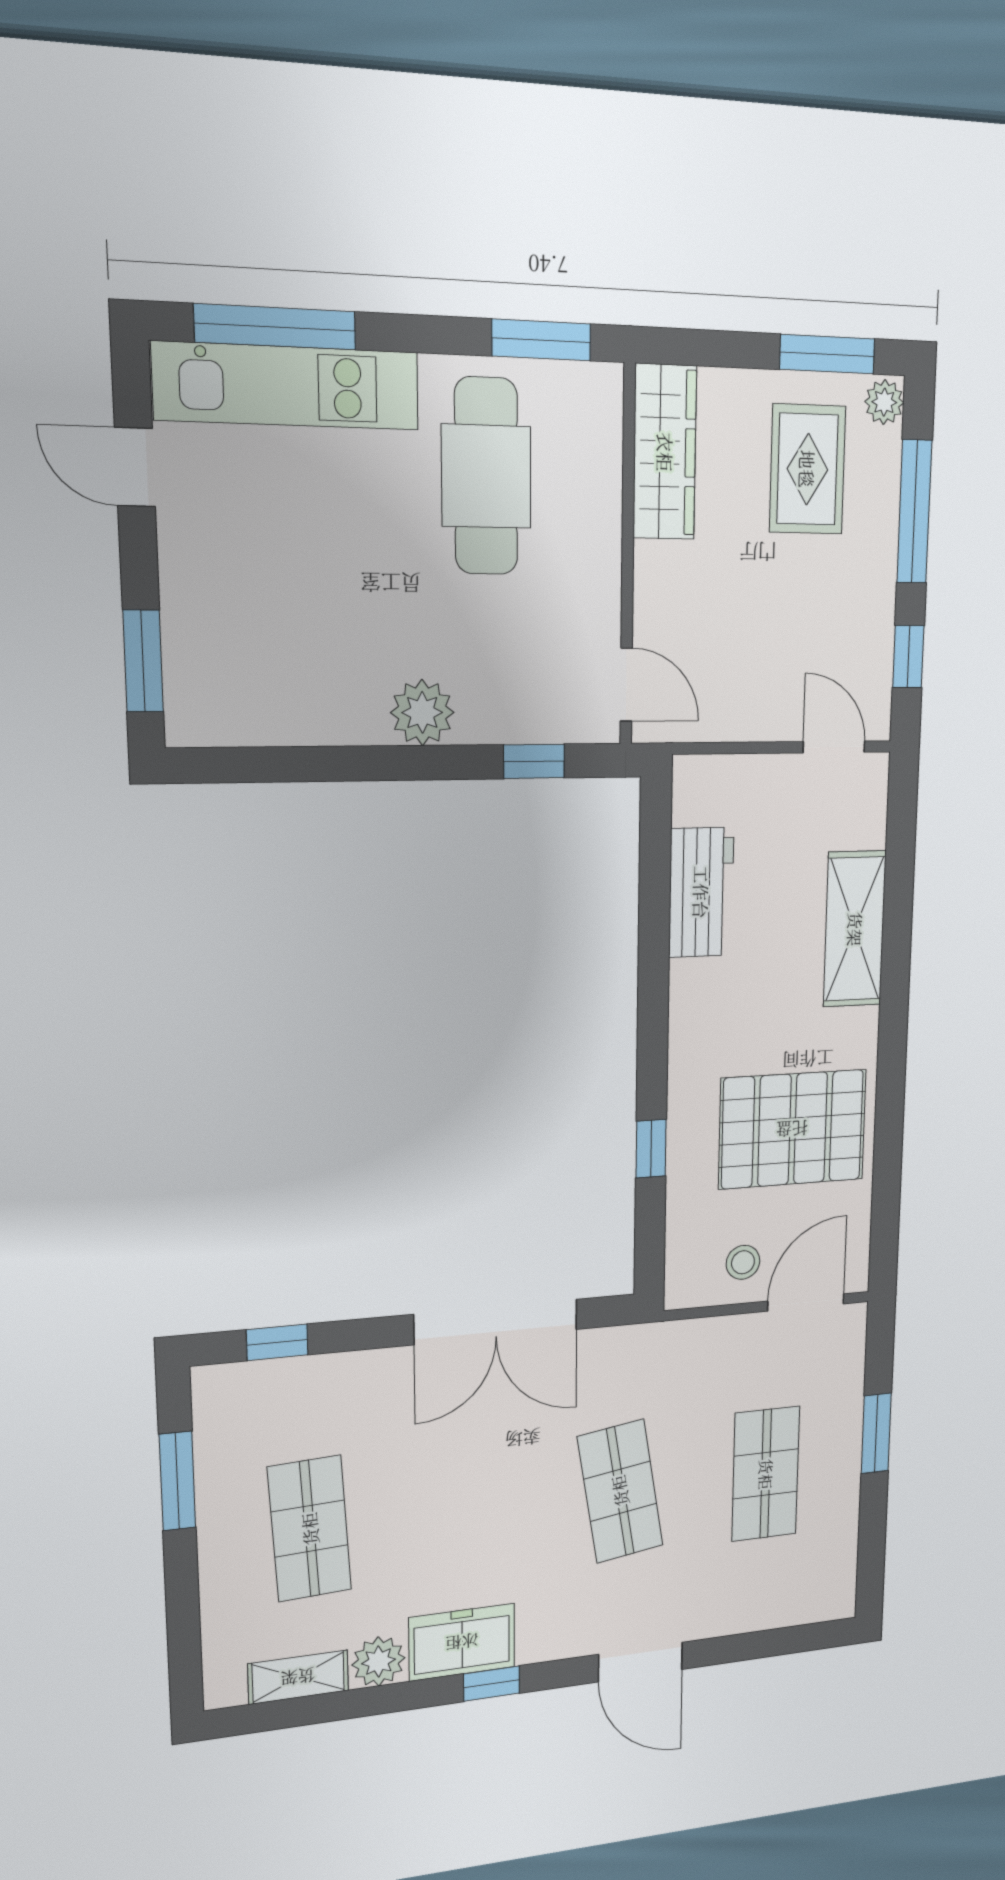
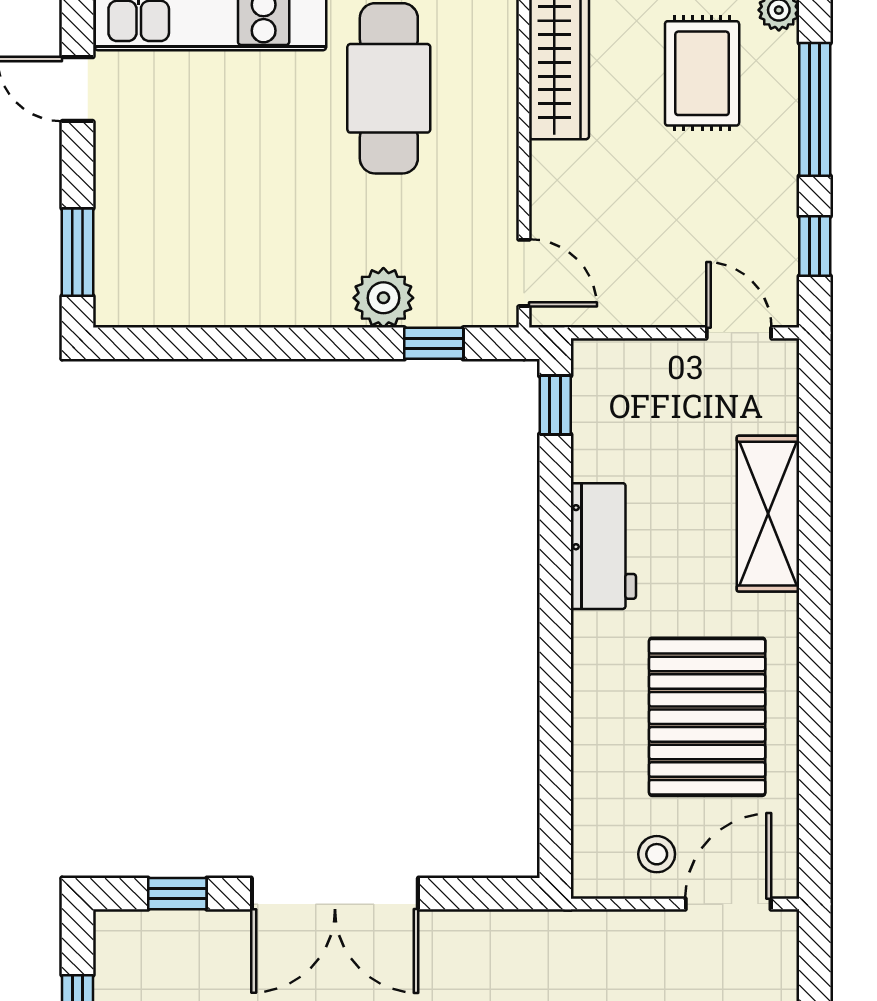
plant: (422, 712) -> (383, 298), moved
workbench: (701, 892) -> (603, 546), moved
pallet: (792, 1129) -> (707, 717), turned 90
window: (651, 1149) -> (555, 405), moved
double door: (496, 1322) -> (335, 894), moved

